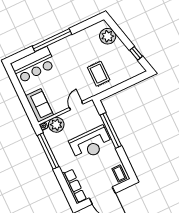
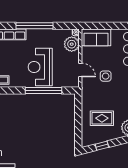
rug: (99, 74) -> (102, 118), moved
side table: (71, 80) -> (106, 76), added
window: (48, 151) -> (35, 26), moved

